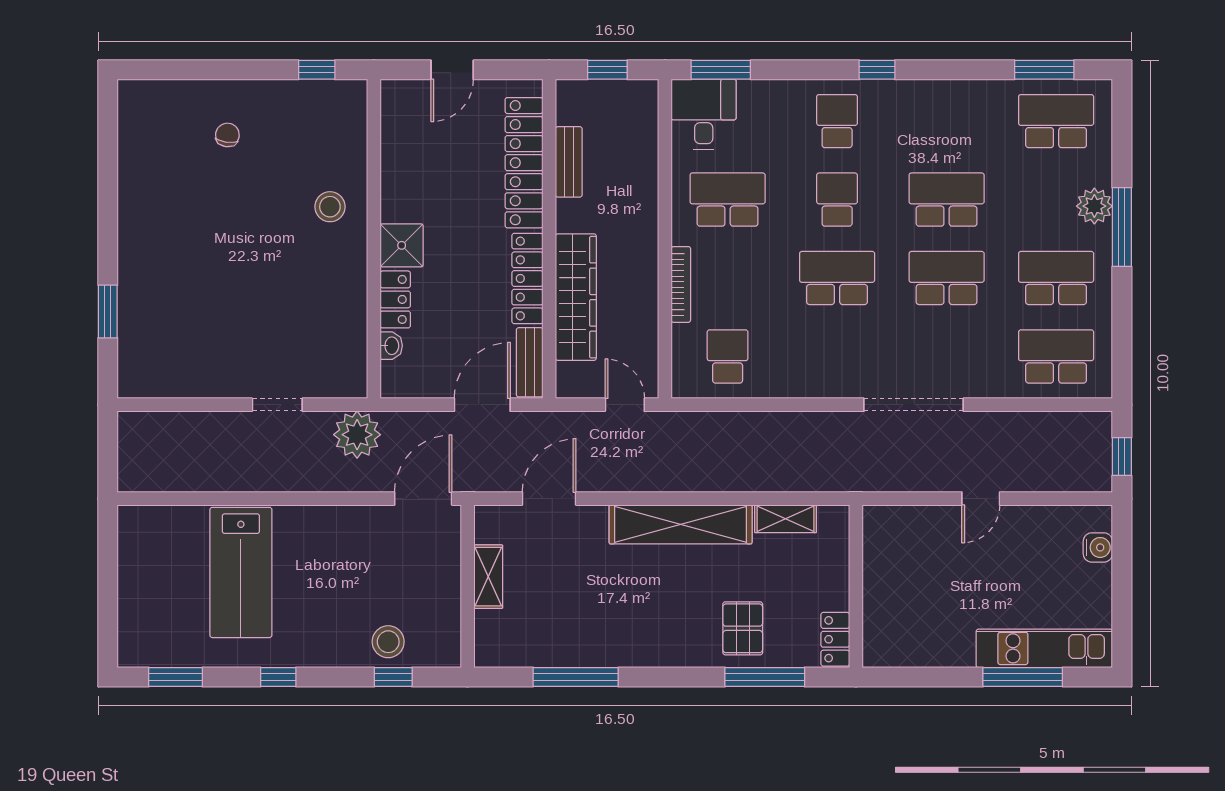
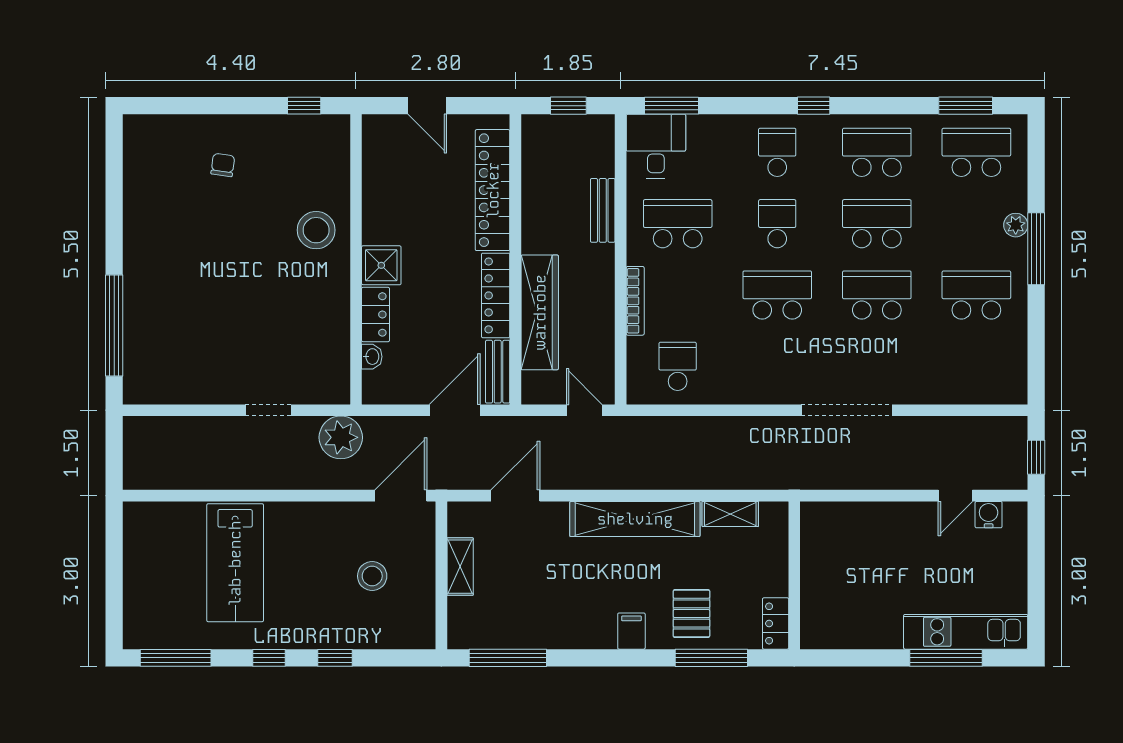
door: (452, 70) -> (427, 106), hinge flipped
bench: (569, 162) -> (603, 210), moved
plant: (1094, 206) -> (1016, 225), width x0.73, depth x0.73
stool: (330, 207) -> (316, 230), width x1.38, depth x1.38
window: (108, 312) -> (114, 325), width x2.11
school desk: (1056, 356) -> (877, 152), moved
door: (981, 499) -> (955, 496), moved
water cooler: (1098, 547) -> (989, 515), moved, turned -90
stool: (388, 642) -> (372, 576), moved
filing cabinet: (677, 648) -> (631, 631), added
window: (175, 677) -> (176, 658), width x1.44
window: (393, 677) -> (335, 658), moved
window: (576, 677) -> (508, 658), moved

